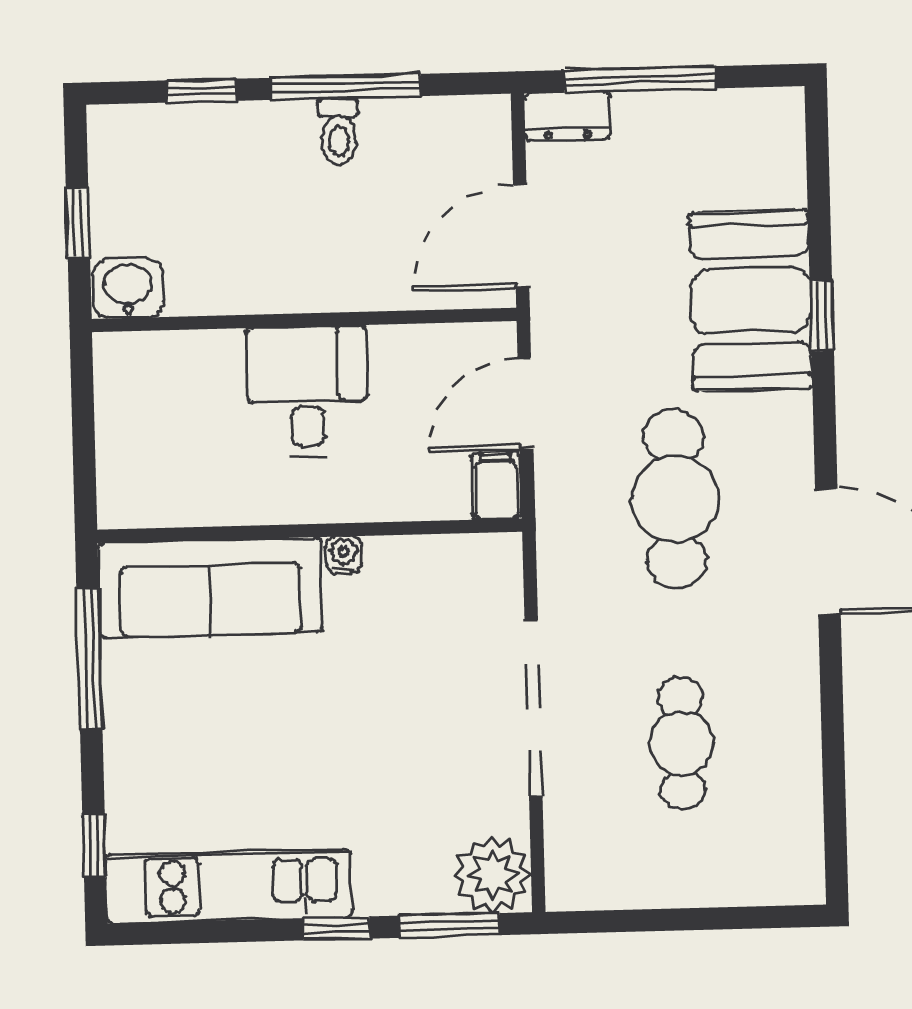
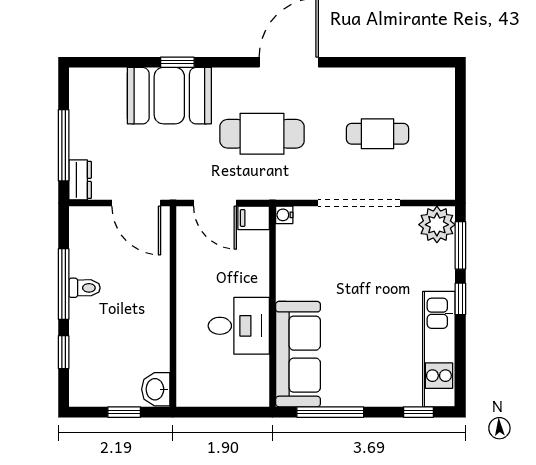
desk: (307, 391) -> (239, 326), moved, turned 180
water cooler: (344, 555) -> (284, 215), moved

